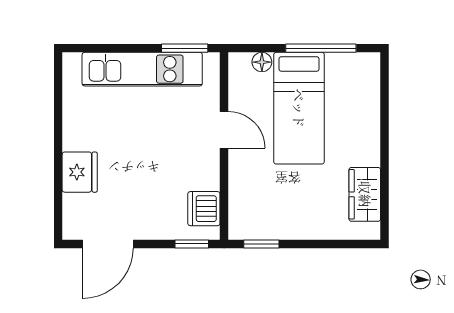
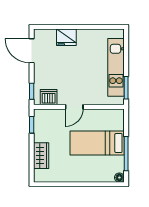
floor lamp: (262, 62) -> (119, 178), moved
door: (224, 130) -> (74, 107), moved
wardrobe: (365, 194) -> (41, 156), moved, turned 90

